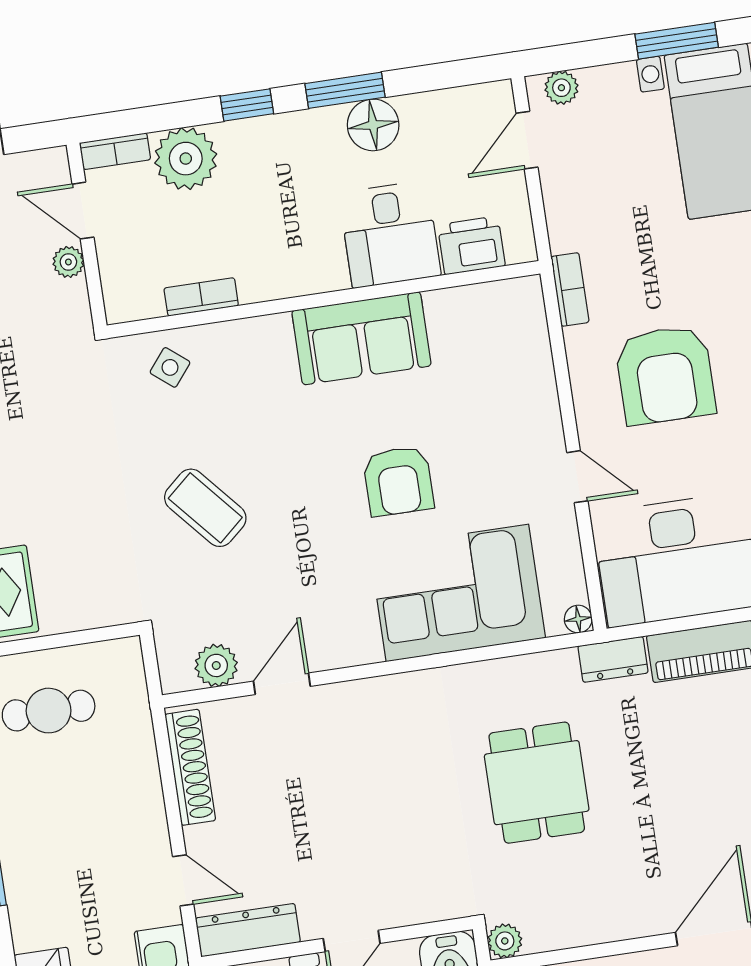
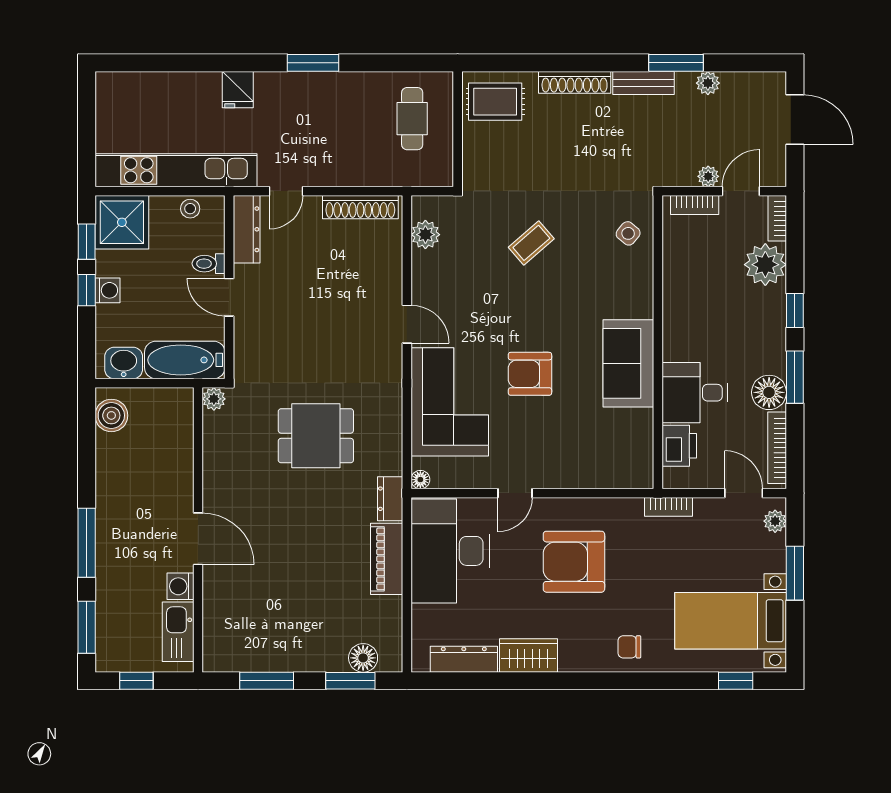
window: (677, 41) -> (795, 573), moved
bookcase: (453, 101) -> (777, 448), added
bookcase: (570, 289) -> (669, 507), moved
bookcase: (201, 297) -> (695, 205), moved, turned 90
coffee table: (205, 508) -> (531, 243), width x0.73, depth x0.77
door: (282, 684) -> (407, 324), moved

